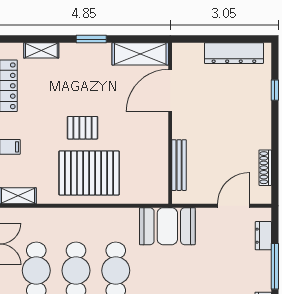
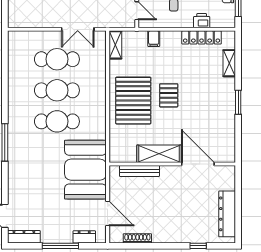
shelving: (140, 54) -> (159, 154), moved, turned 90
booth: (167, 226) -> (85, 170), width x1.36, depth x1.42

